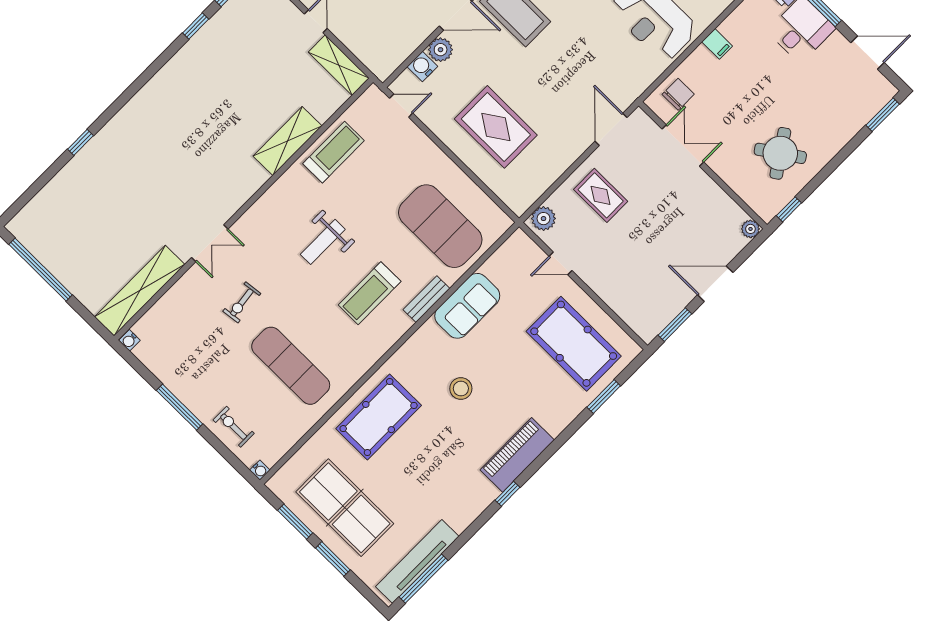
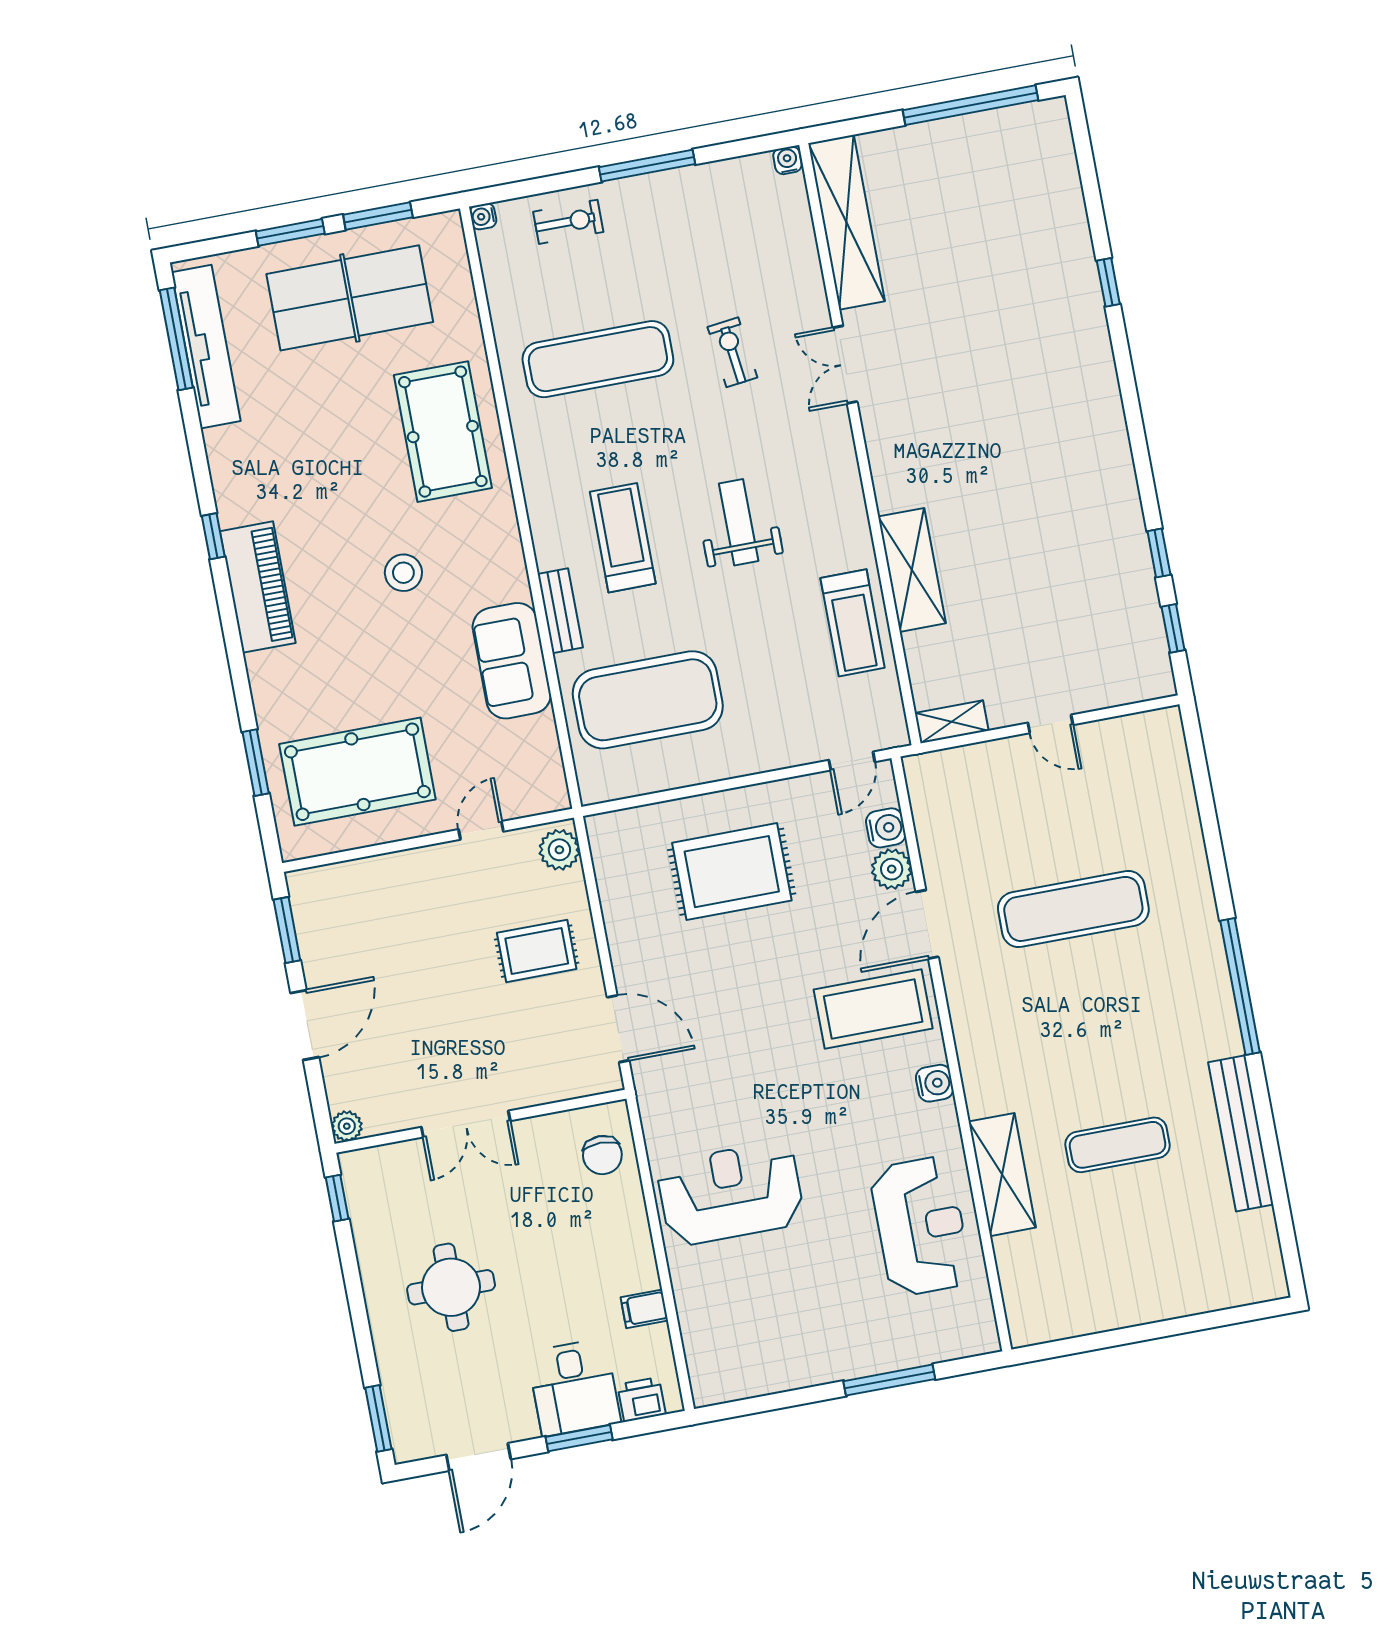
filing cabinet: (717, 44) -> (644, 1309), moved
shelving: (339, 65) -> (952, 722), width x0.67, depth x0.75
double door: (683, 145) -> (466, 1124), moved
round table: (780, 153) -> (451, 1287), moved, turned 34

